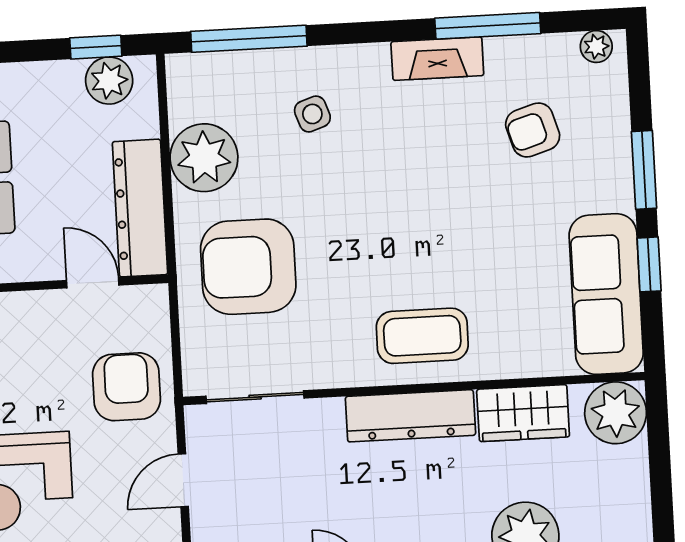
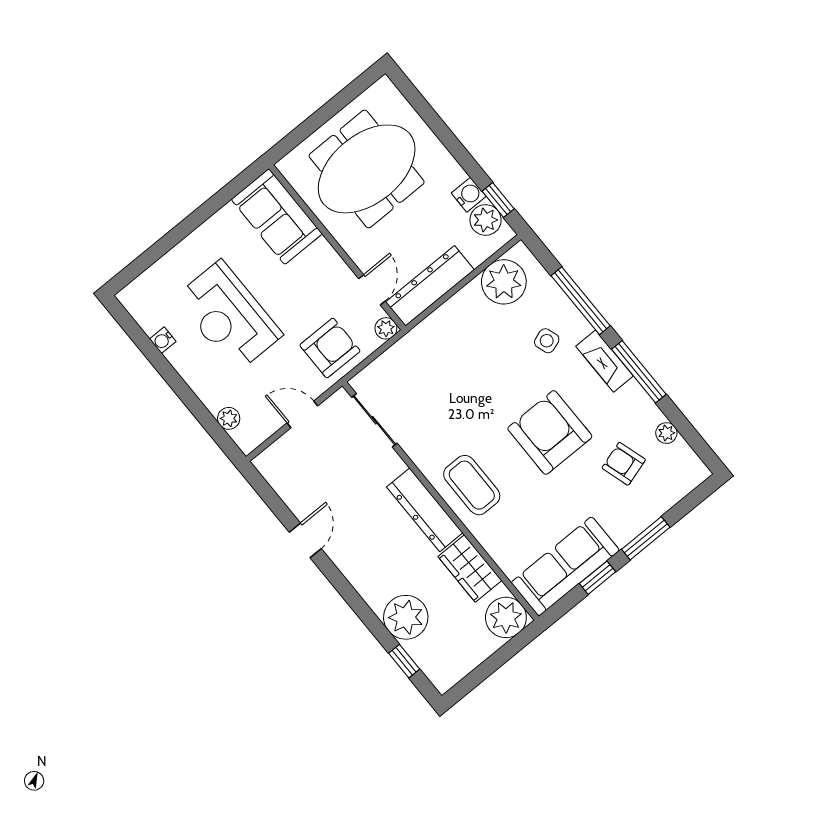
window: (488, 26) -> (639, 372), moved
window: (249, 39) -> (581, 301), moved
plant: (596, 47) -> (666, 433), moved
fireplace: (437, 59) -> (605, 361), moved
water cooler: (63, 78) -> (469, 195), added
plant: (204, 158) -> (504, 282), moved
armchair: (248, 267) -> (550, 432), moved
plant: (153, 300) -> (386, 328), added

